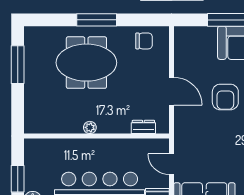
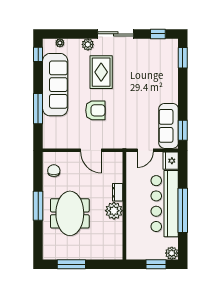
door: (171, 91) -> (91, 150), swing flipped
plant: (90, 127) -> (114, 211), width x1.88, depth x1.88
dresser: (143, 127) -> (118, 192), moved

